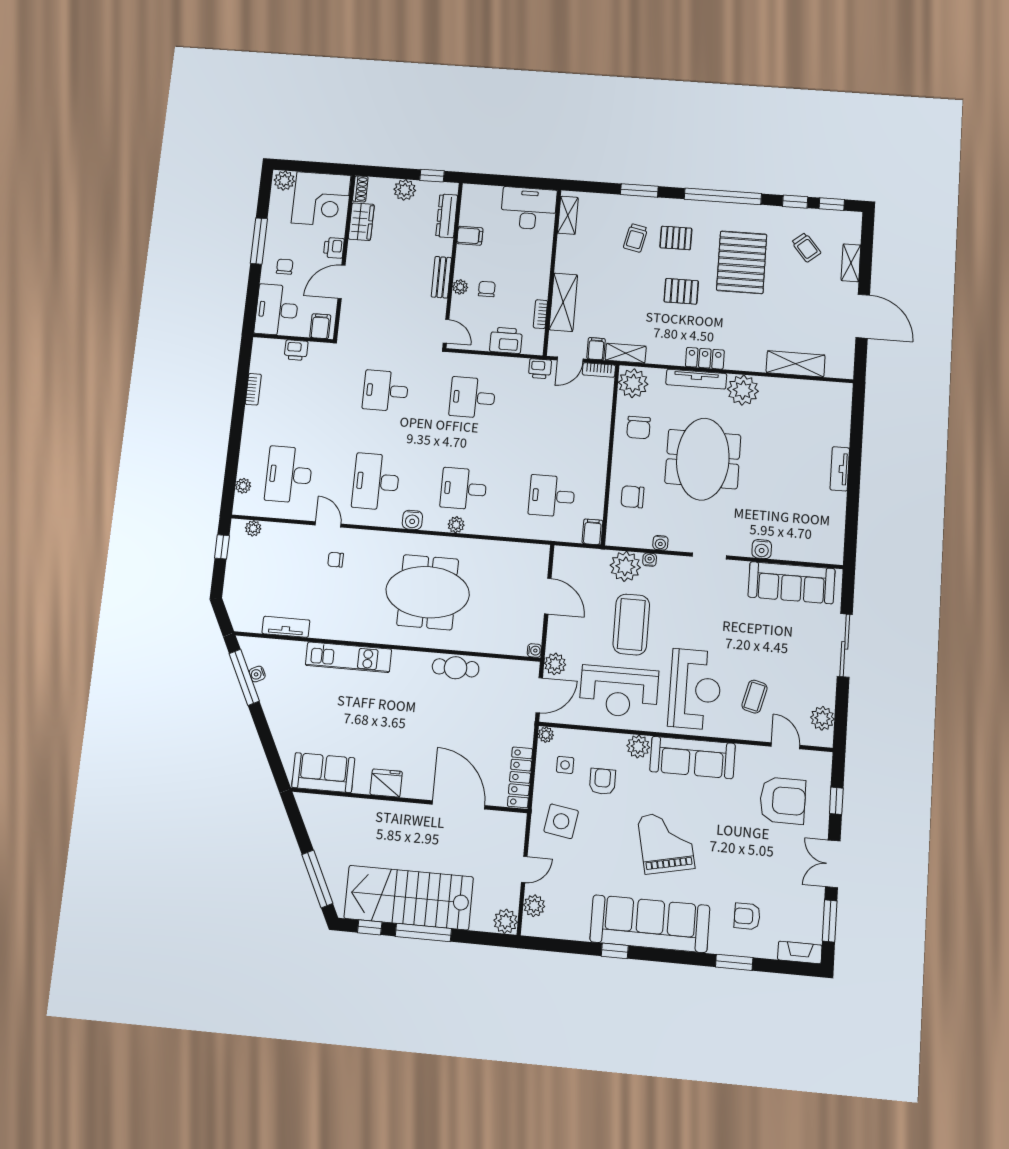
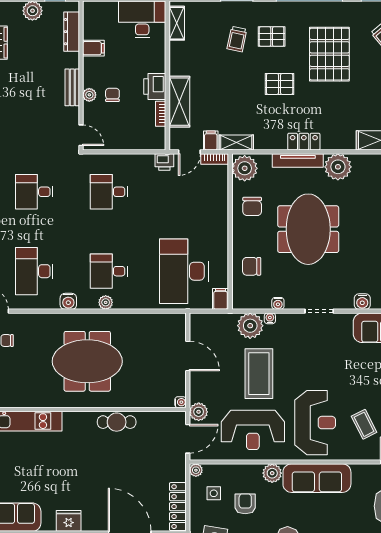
printer: (506, 340) -> (155, 86), moved, turned -90
desk: (552, 496) -> (184, 271), width x1.87, depth x1.30
coffee table: (754, 697) -> (364, 424), turned -41

